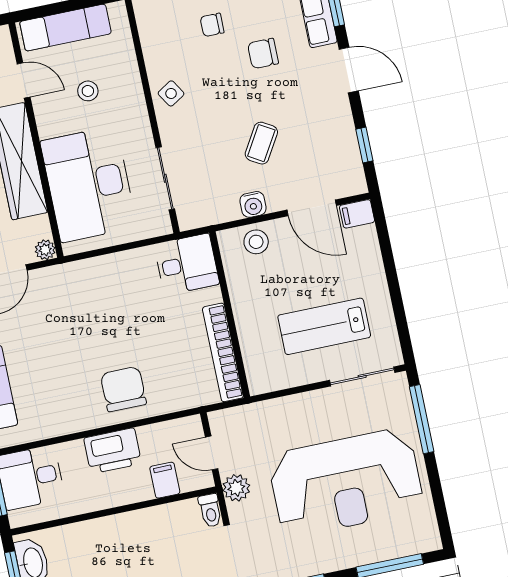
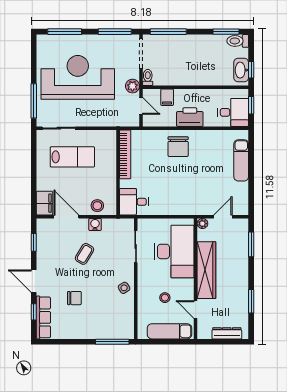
chair: (212, 25) -> (97, 317), removed
filing cabinet: (357, 214) -> (44, 203), width x2.00

